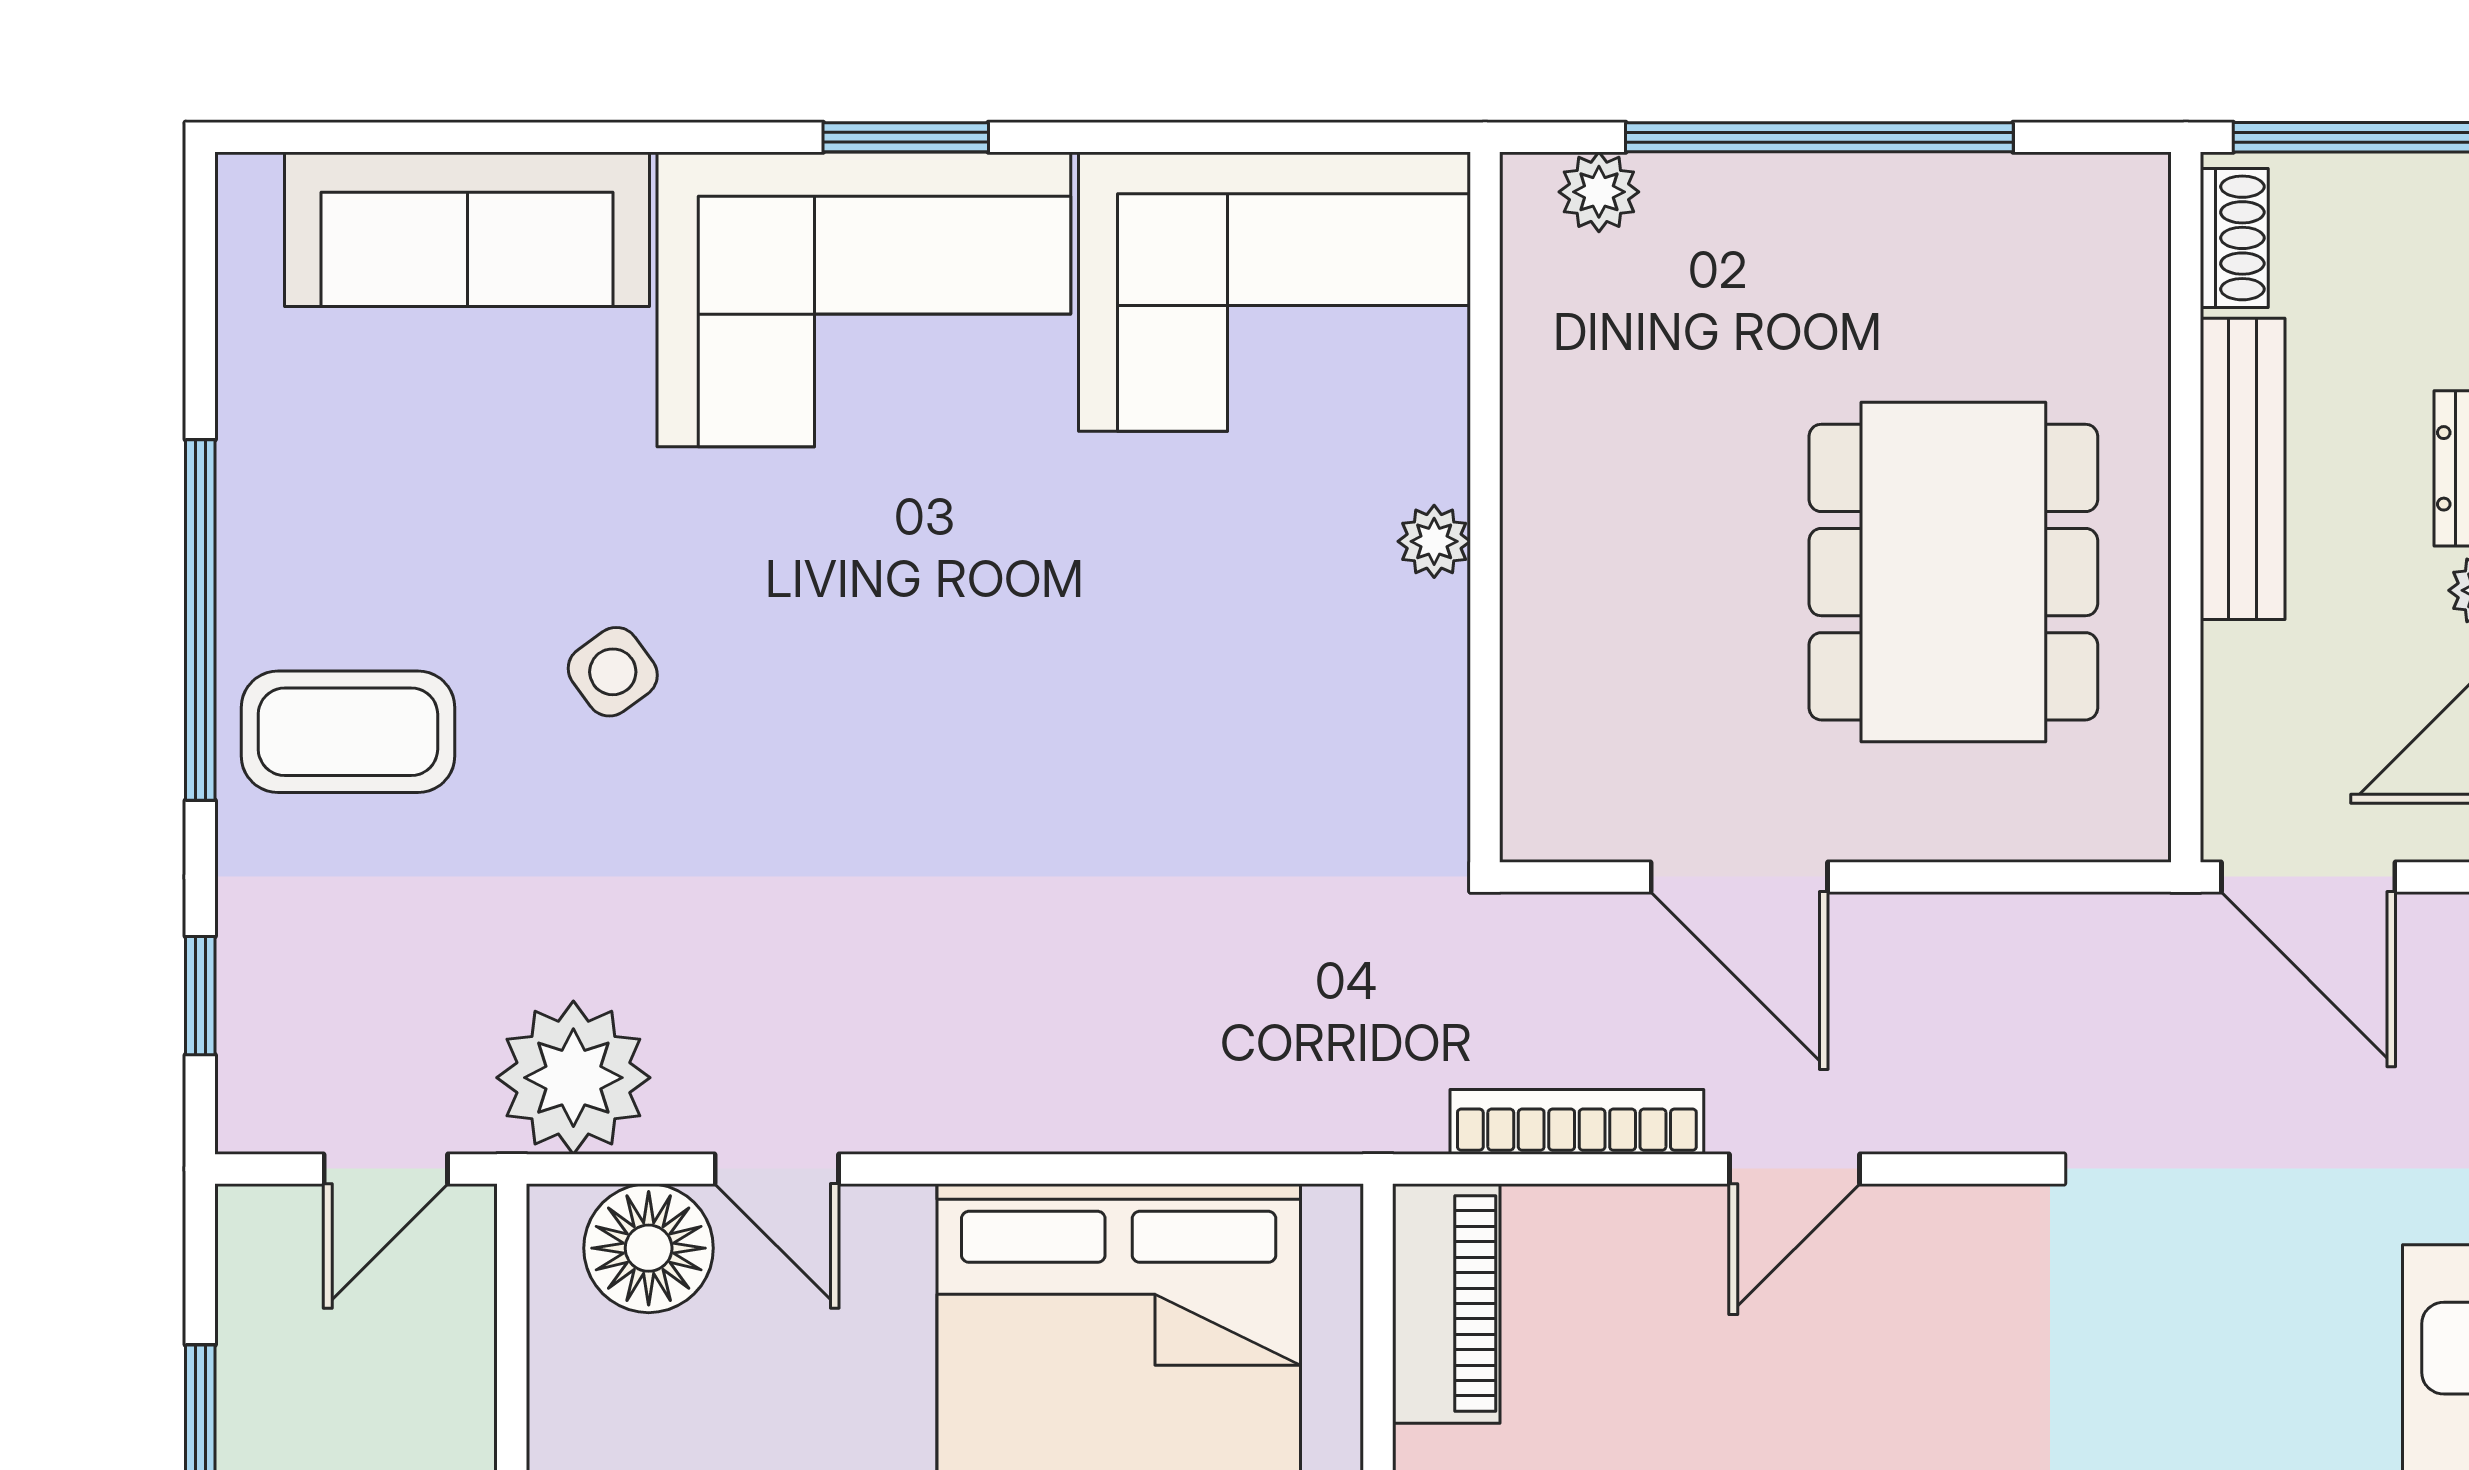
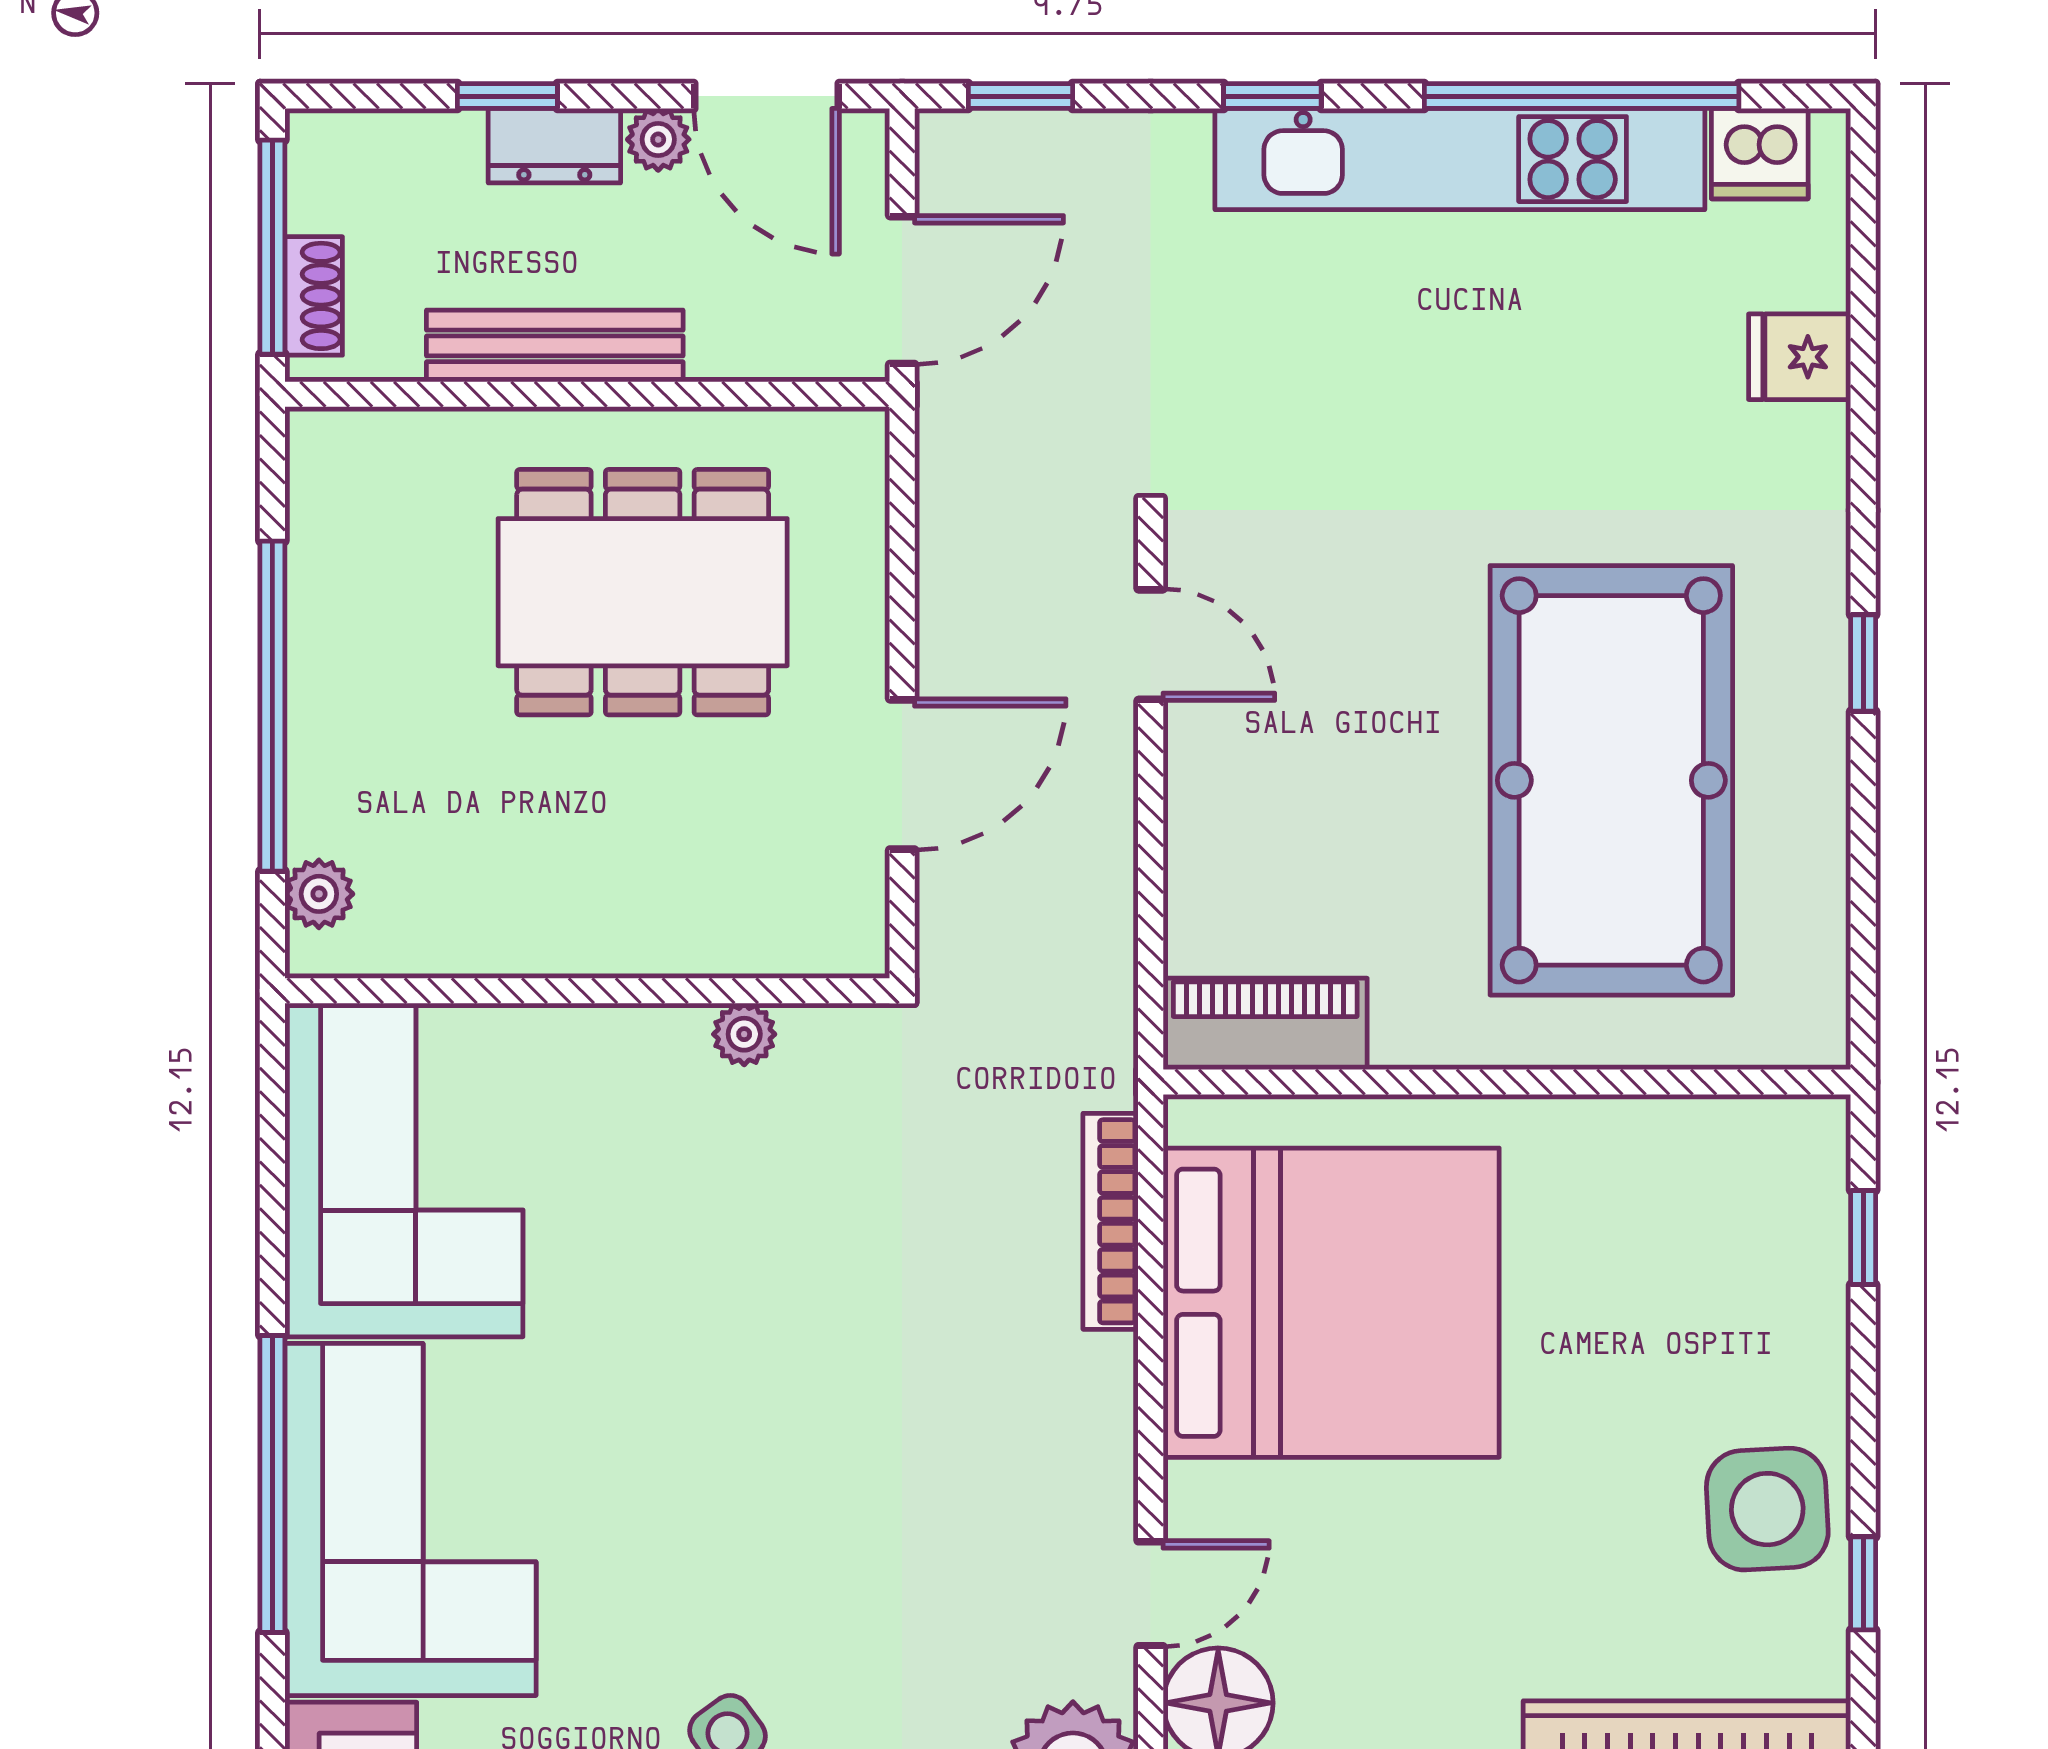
window: (906, 137) -> (272, 1484), width x2.11
shoe rack: (2234, 238) -> (314, 296), moved, turned 90
plant: (1434, 541) -> (744, 1034), moved
bookcase: (1577, 1122) -> (1111, 1221), moved
door: (1794, 1169) -> (1151, 645), moved

